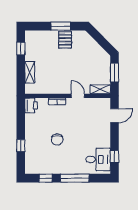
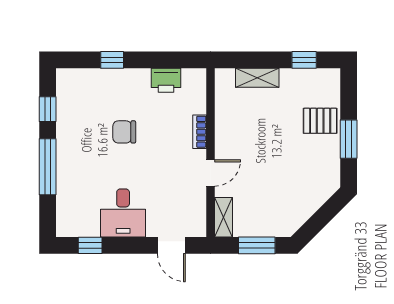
pallet: (65, 40) -> (320, 121), moved
printer: (31, 105) -> (166, 80), moved
desk: (98, 159) -> (123, 213), moved

